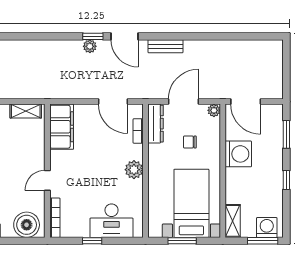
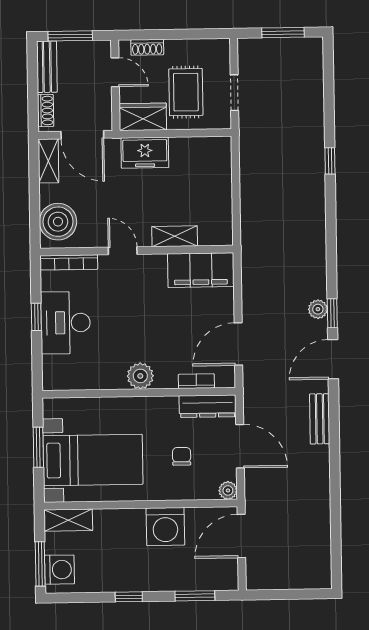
shelving: (26, 111) -> (175, 236), moved, turned 90
desk: (112, 221) -> (65, 323), moved

